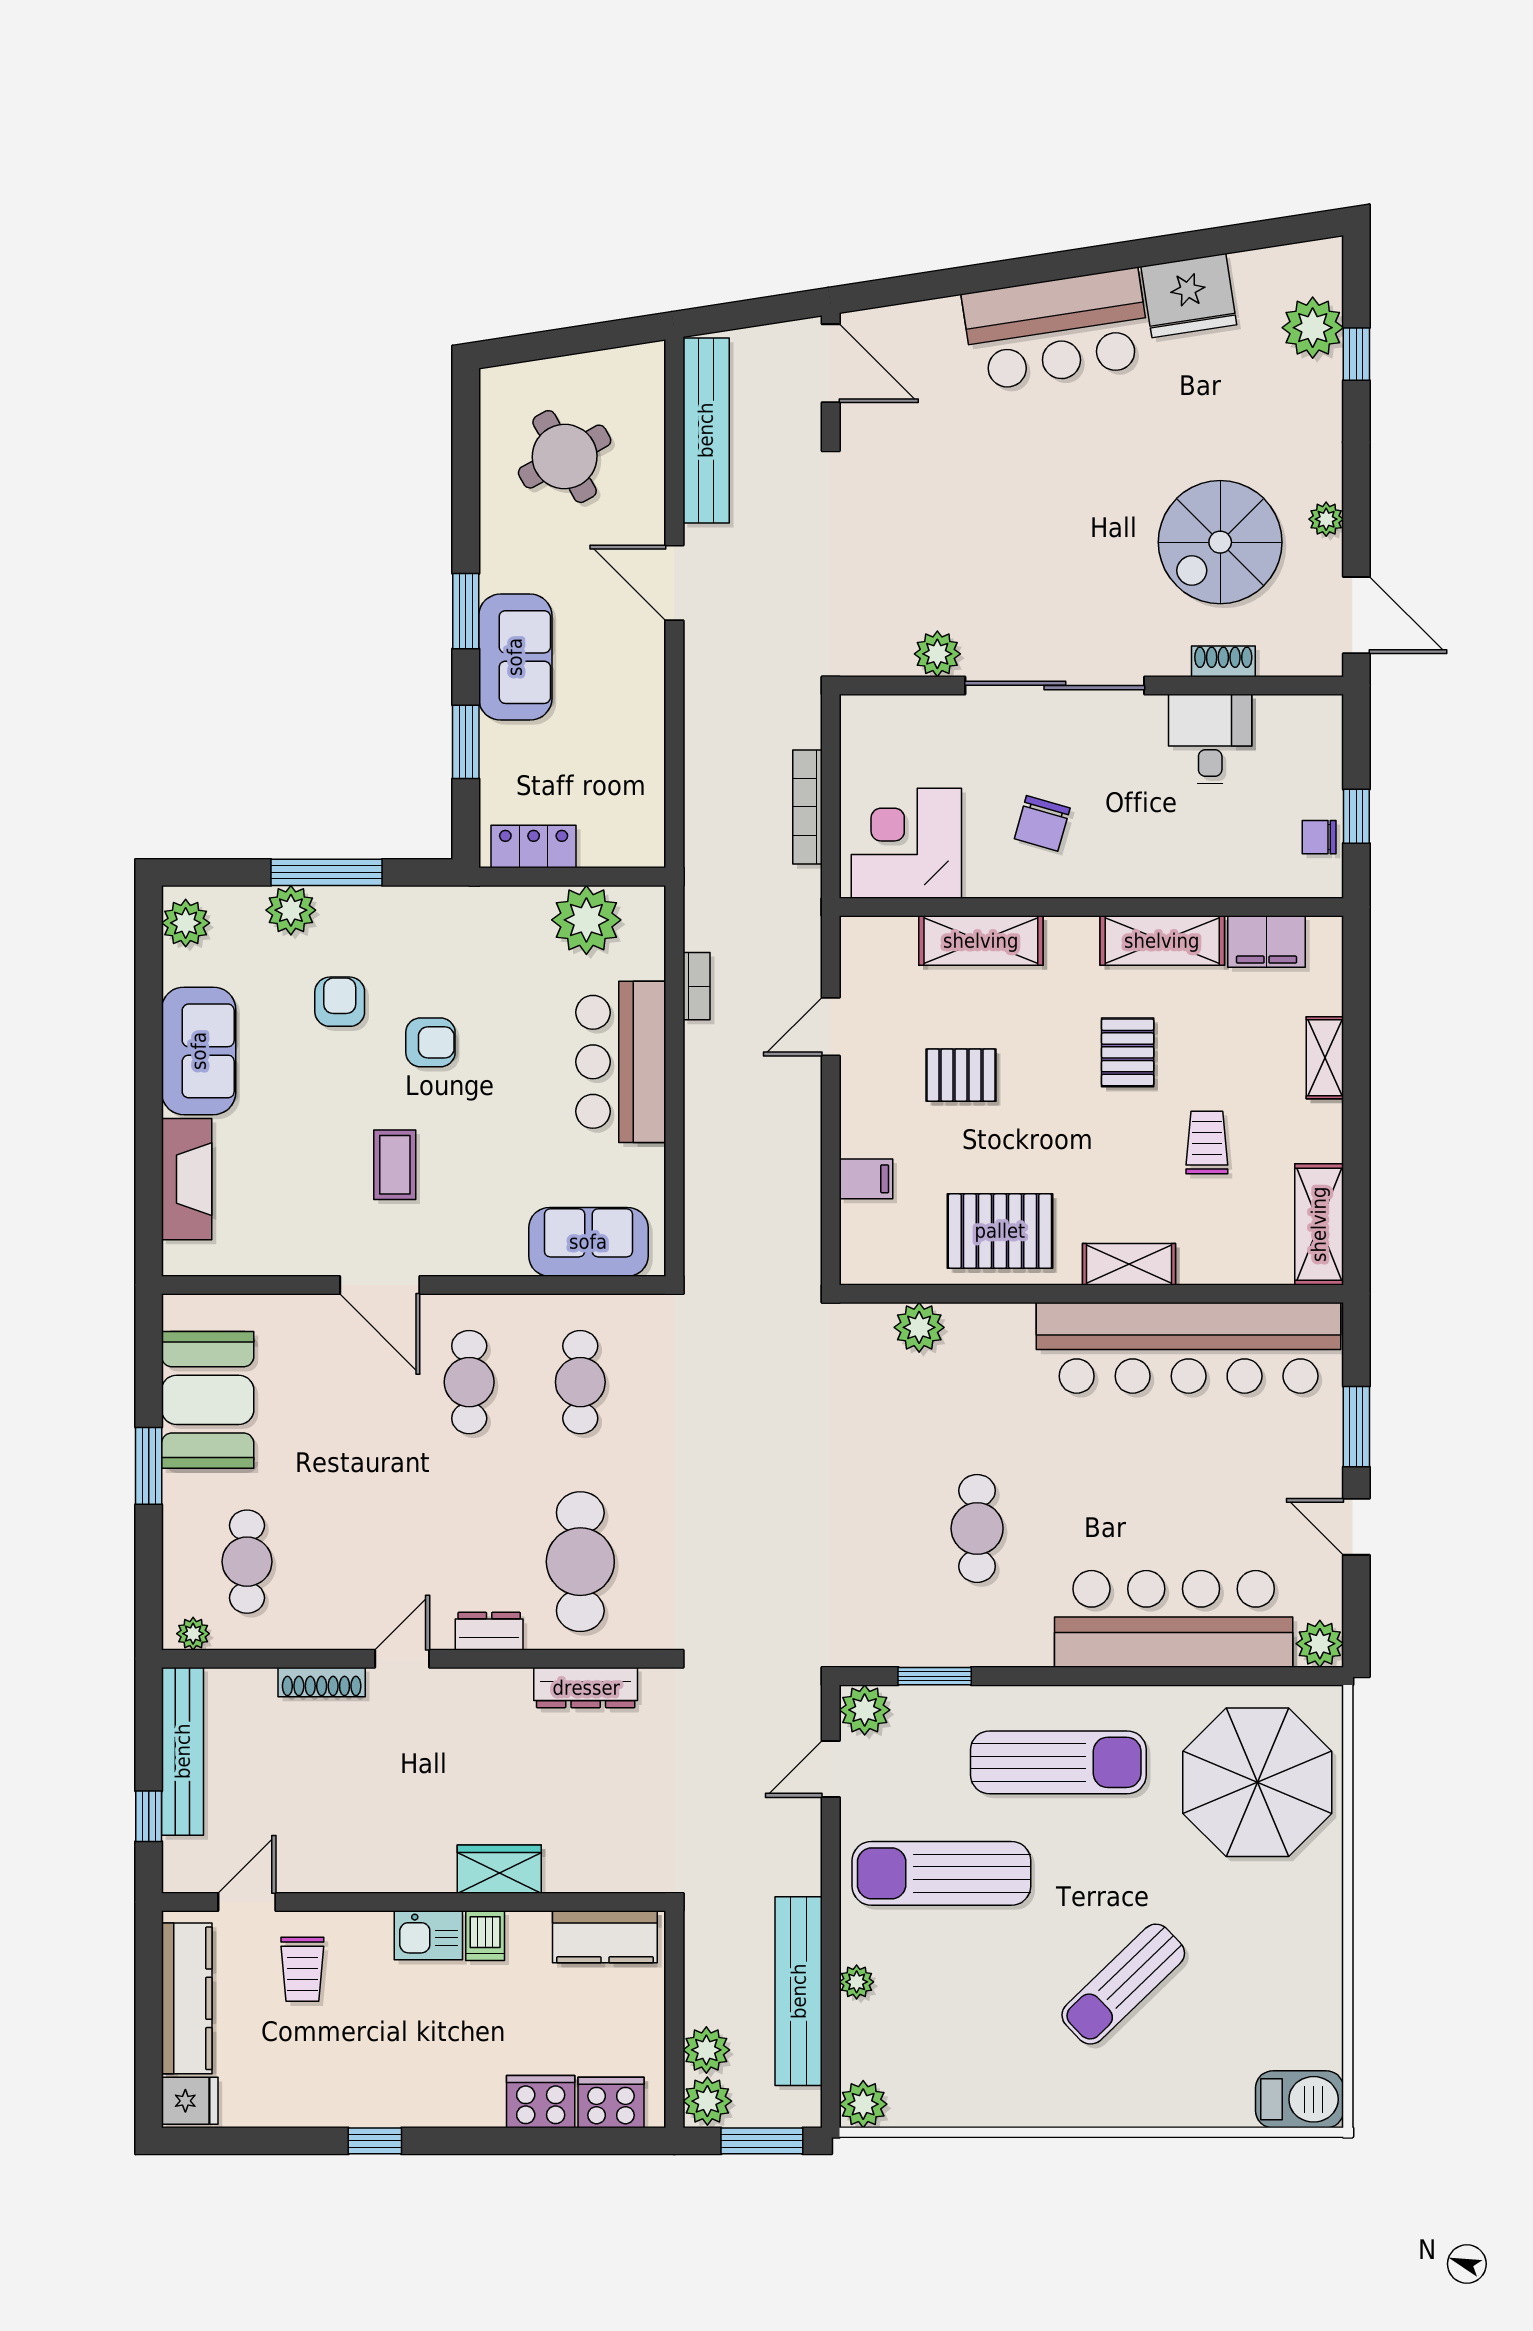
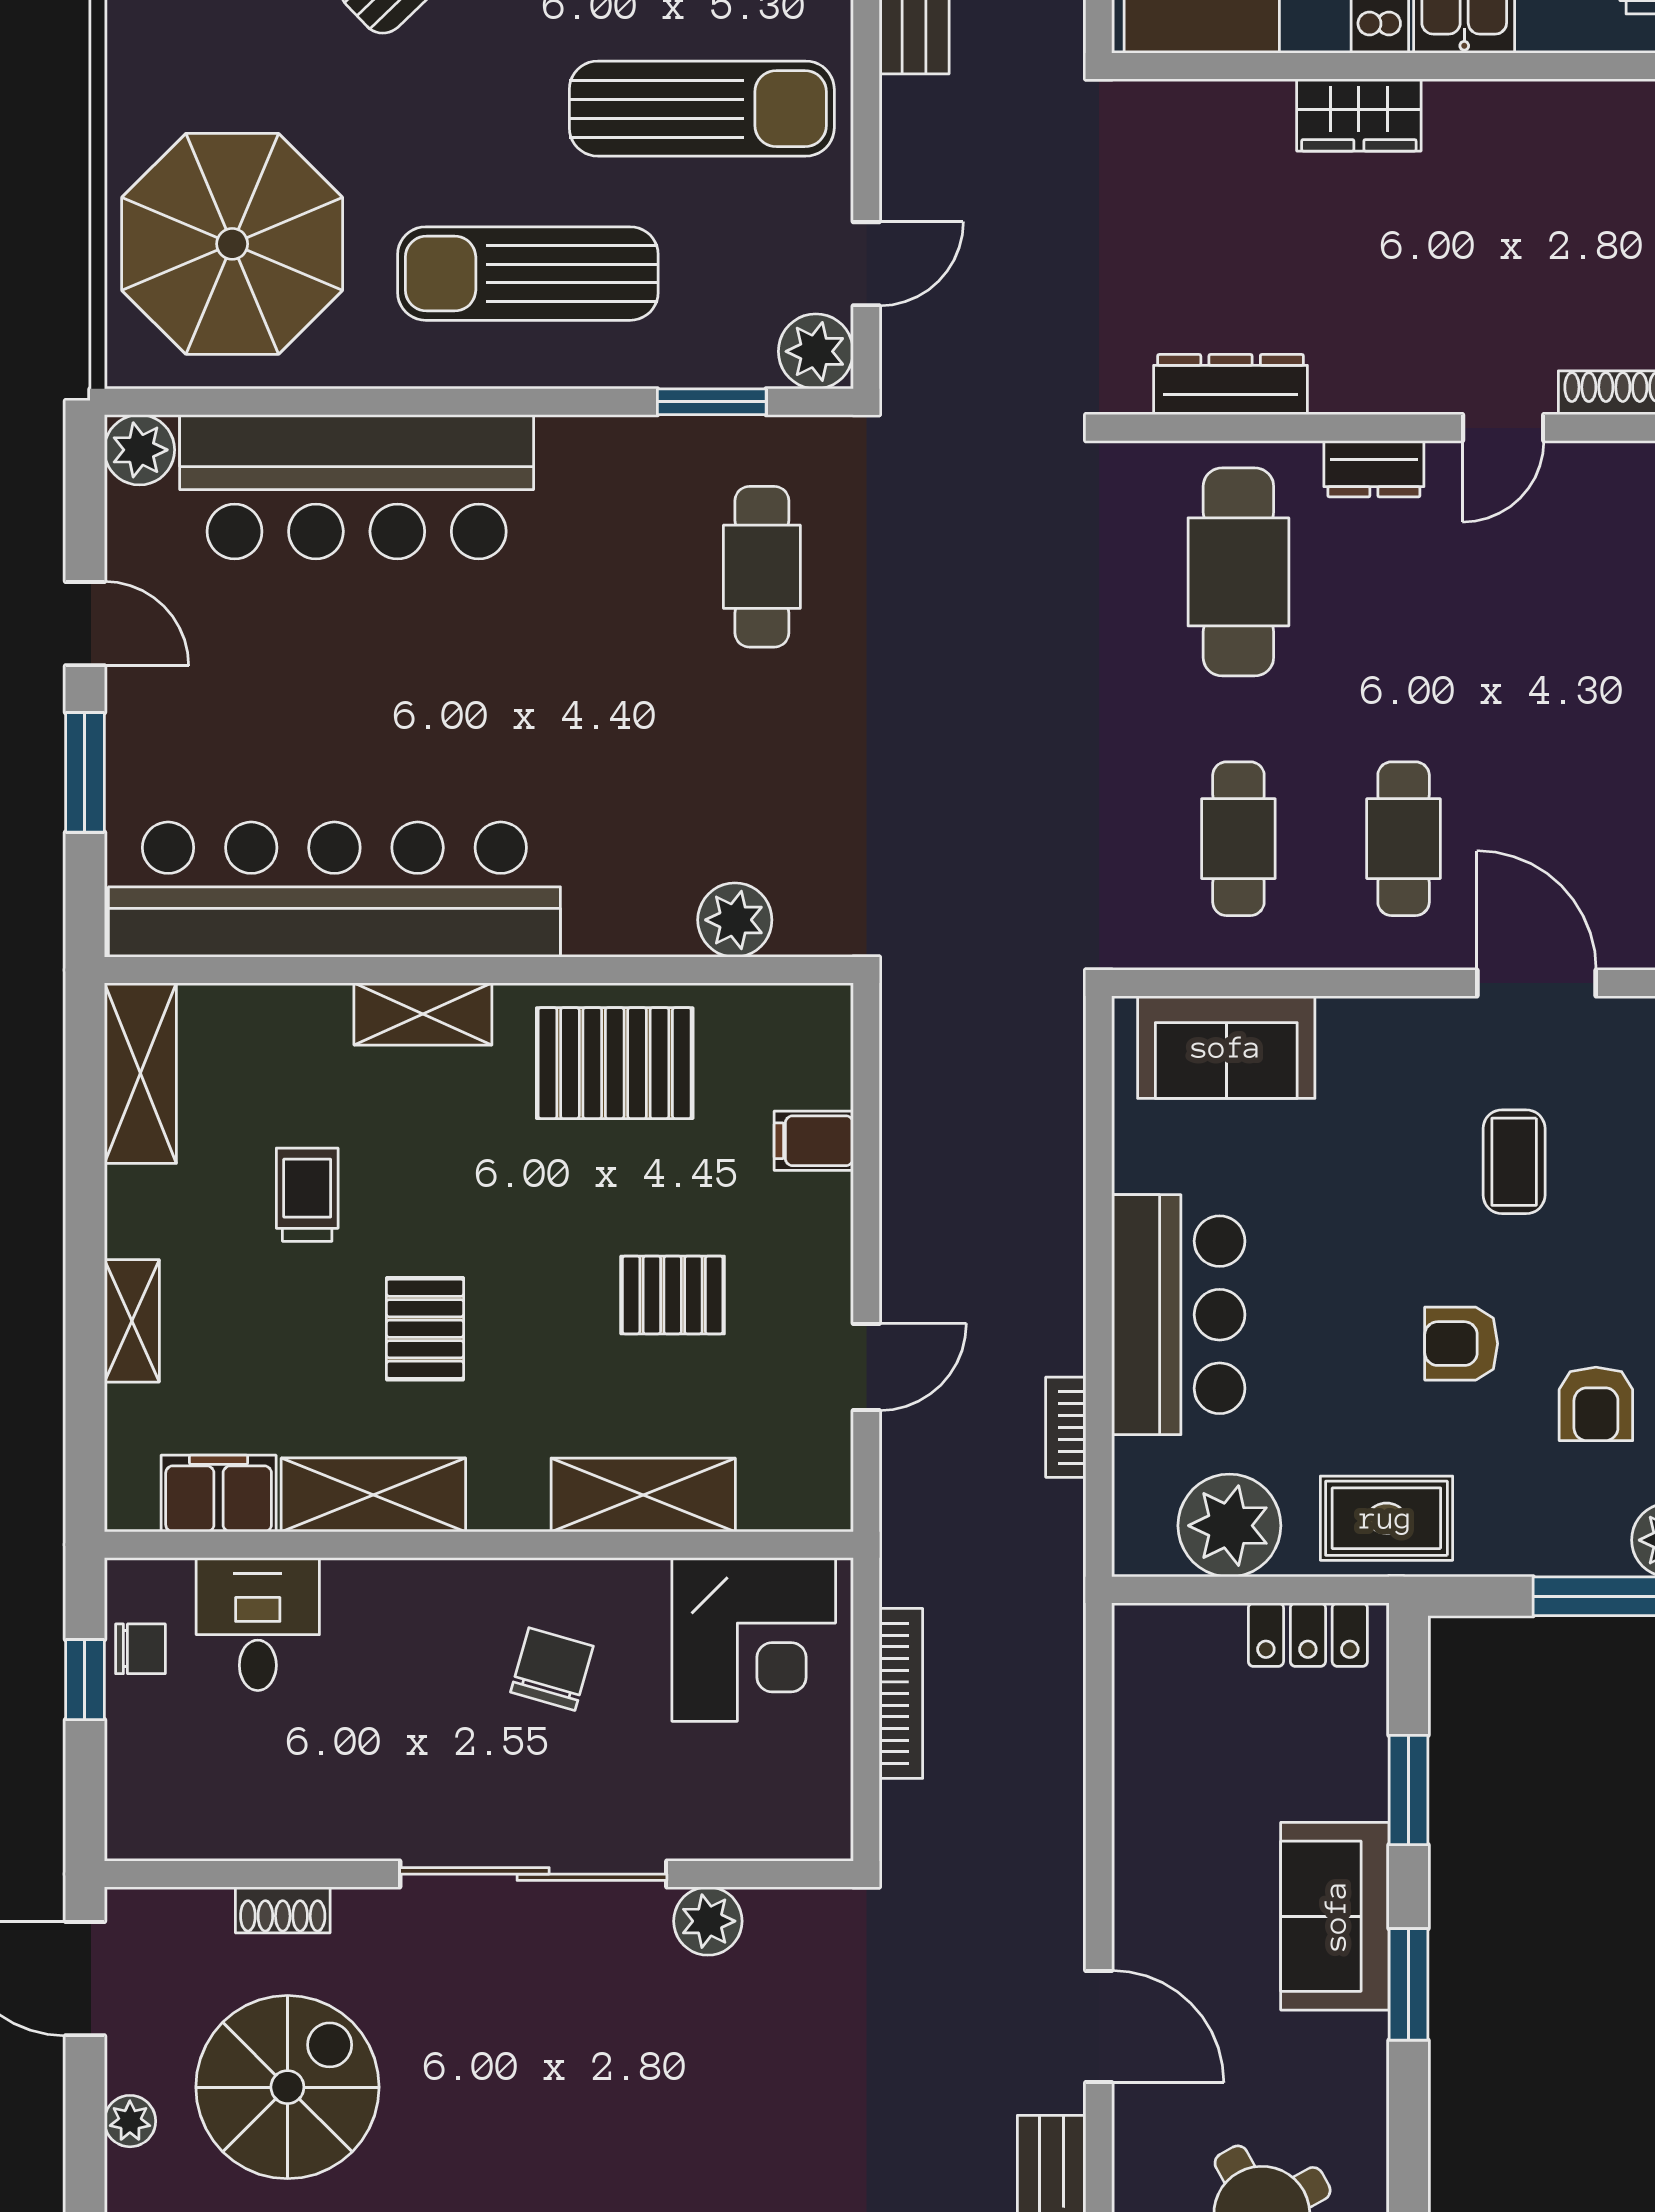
desk: (1210, 739) -> (258, 1624), moved, turned 180
rug: (481, 925) -> (1386, 1518), added
trolley: (1207, 1143) -> (307, 1195), turned 180
cafe table: (977, 1528) -> (762, 567), moved

